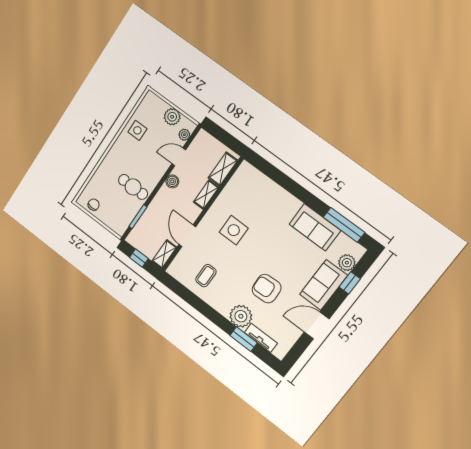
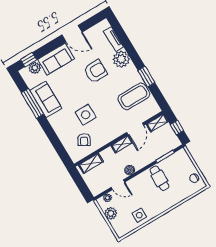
shelving: (206, 195) -> (122, 144), moved
armchair: (244, 196) -> (84, 140), added
window: (344, 225) -> (32, 103), moved
side table: (234, 230) -> (86, 115), moved
coffee table: (206, 276) -> (134, 96), width x1.86, depth x1.72
window: (350, 283) -> (29, 60), moved
armchair: (267, 289) -> (95, 71), turned -87
window: (244, 339) -> (146, 77), moved

